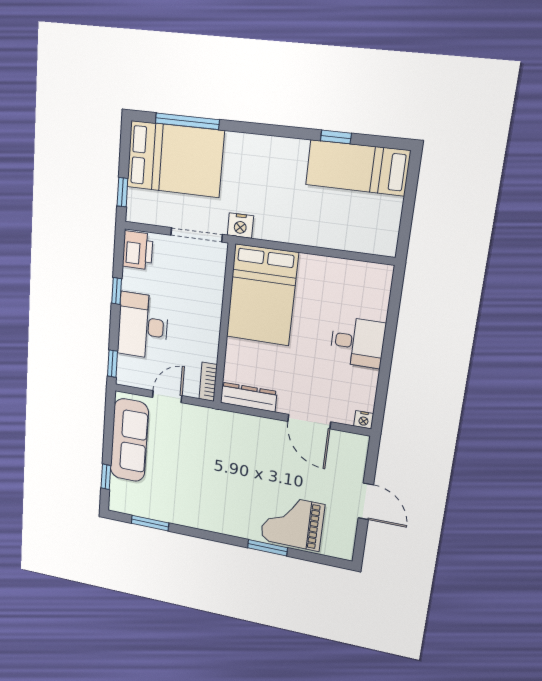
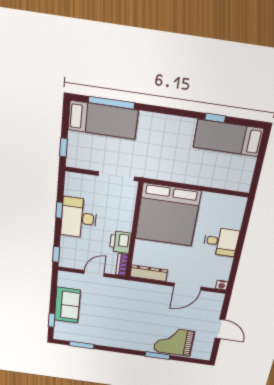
bed: (175, 159) -> (103, 120), width x0.67
nightstand: (240, 226) -> (147, 171), removed
printer: (138, 250) -> (120, 242), moved, turned 180
bed: (262, 295) -> (168, 215), width x1.36
desk: (143, 326) -> (79, 218), moved
door: (309, 422) -> (187, 287), hinge flipped
sofa: (129, 440) -> (67, 305), width x0.73

